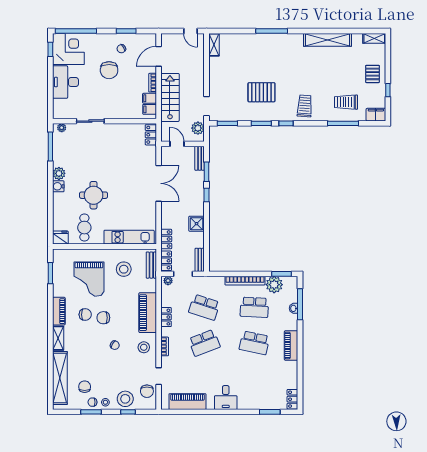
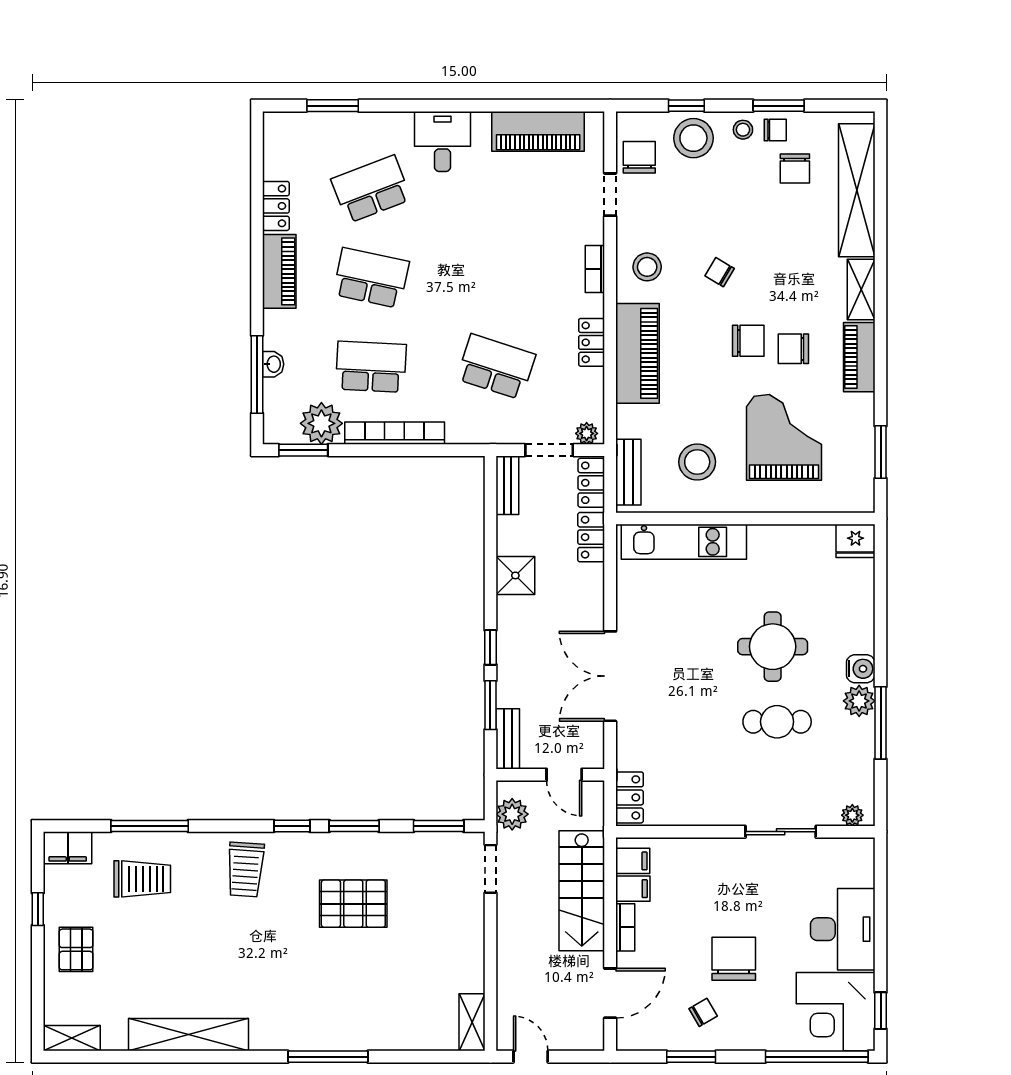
window: (50, 147) -> (881, 723), moved
cafe table: (84, 228) -> (777, 722), moved, turned 90
school desk: (204, 343) -> (371, 189), moved
locker: (292, 399) -> (276, 206), moved

